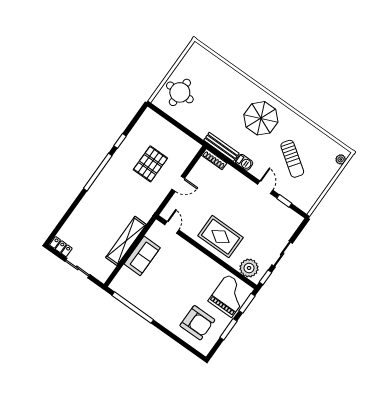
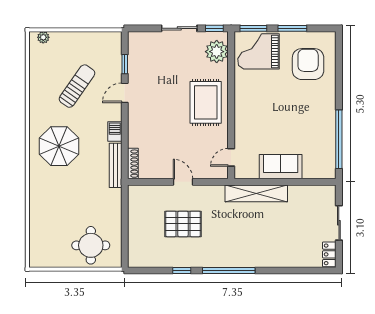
shelving: (126, 241) -> (256, 193), moved

